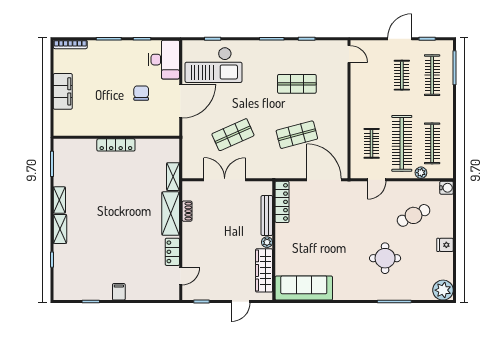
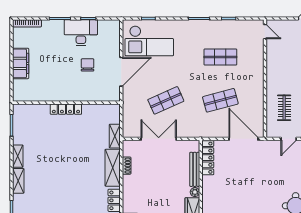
desk: (164, 60) -> (81, 33), moved, turned -90

